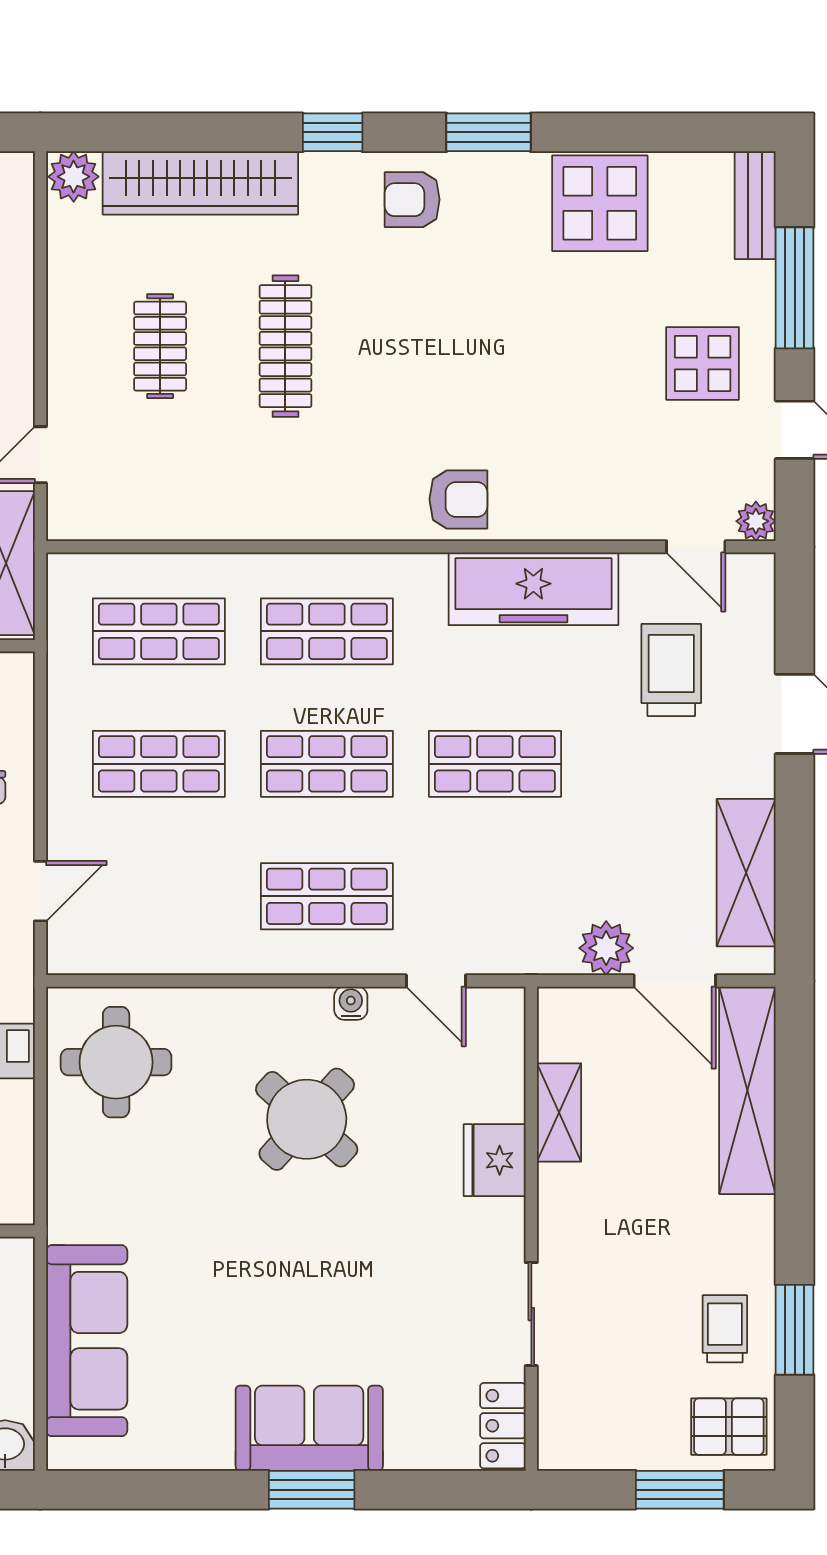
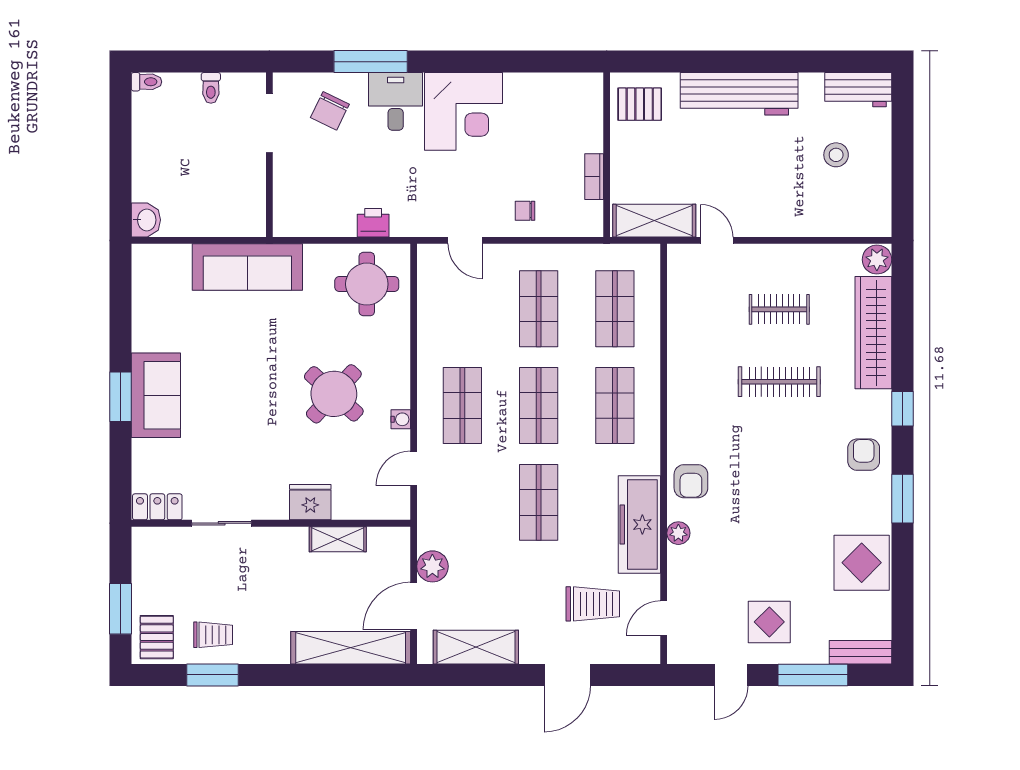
plant: (756, 521) -> (678, 533), moved
sofa: (87, 1341) -> (247, 267), moved

